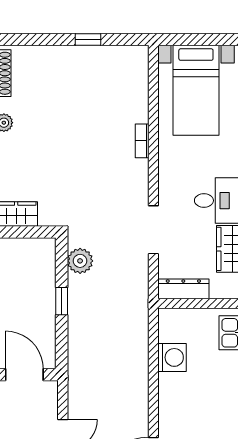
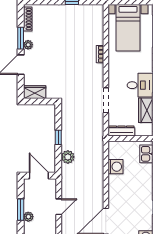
plant: (80, 261) -> (68, 157), moved

